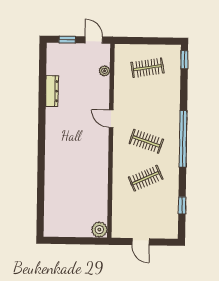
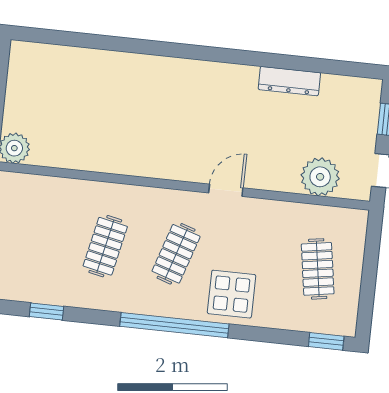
plant: (104, 71) -> (320, 177), width x1.87, depth x1.87
display table: (164, 111) -> (232, 294), added
clothes rail: (146, 178) -> (105, 246), turned 36

